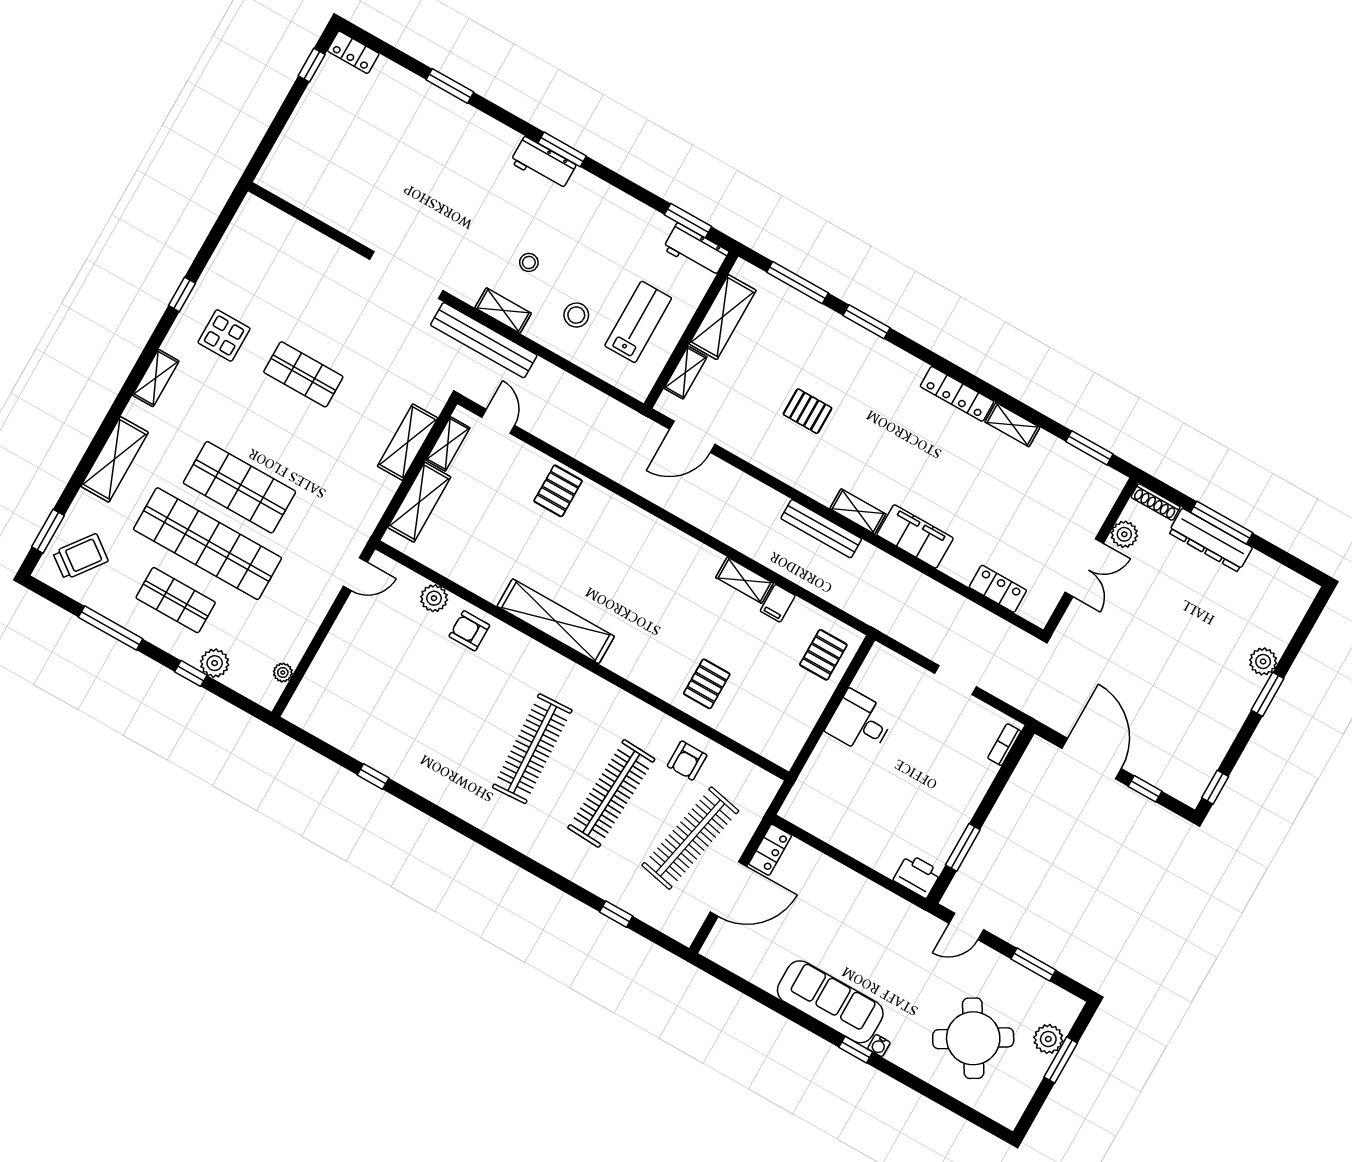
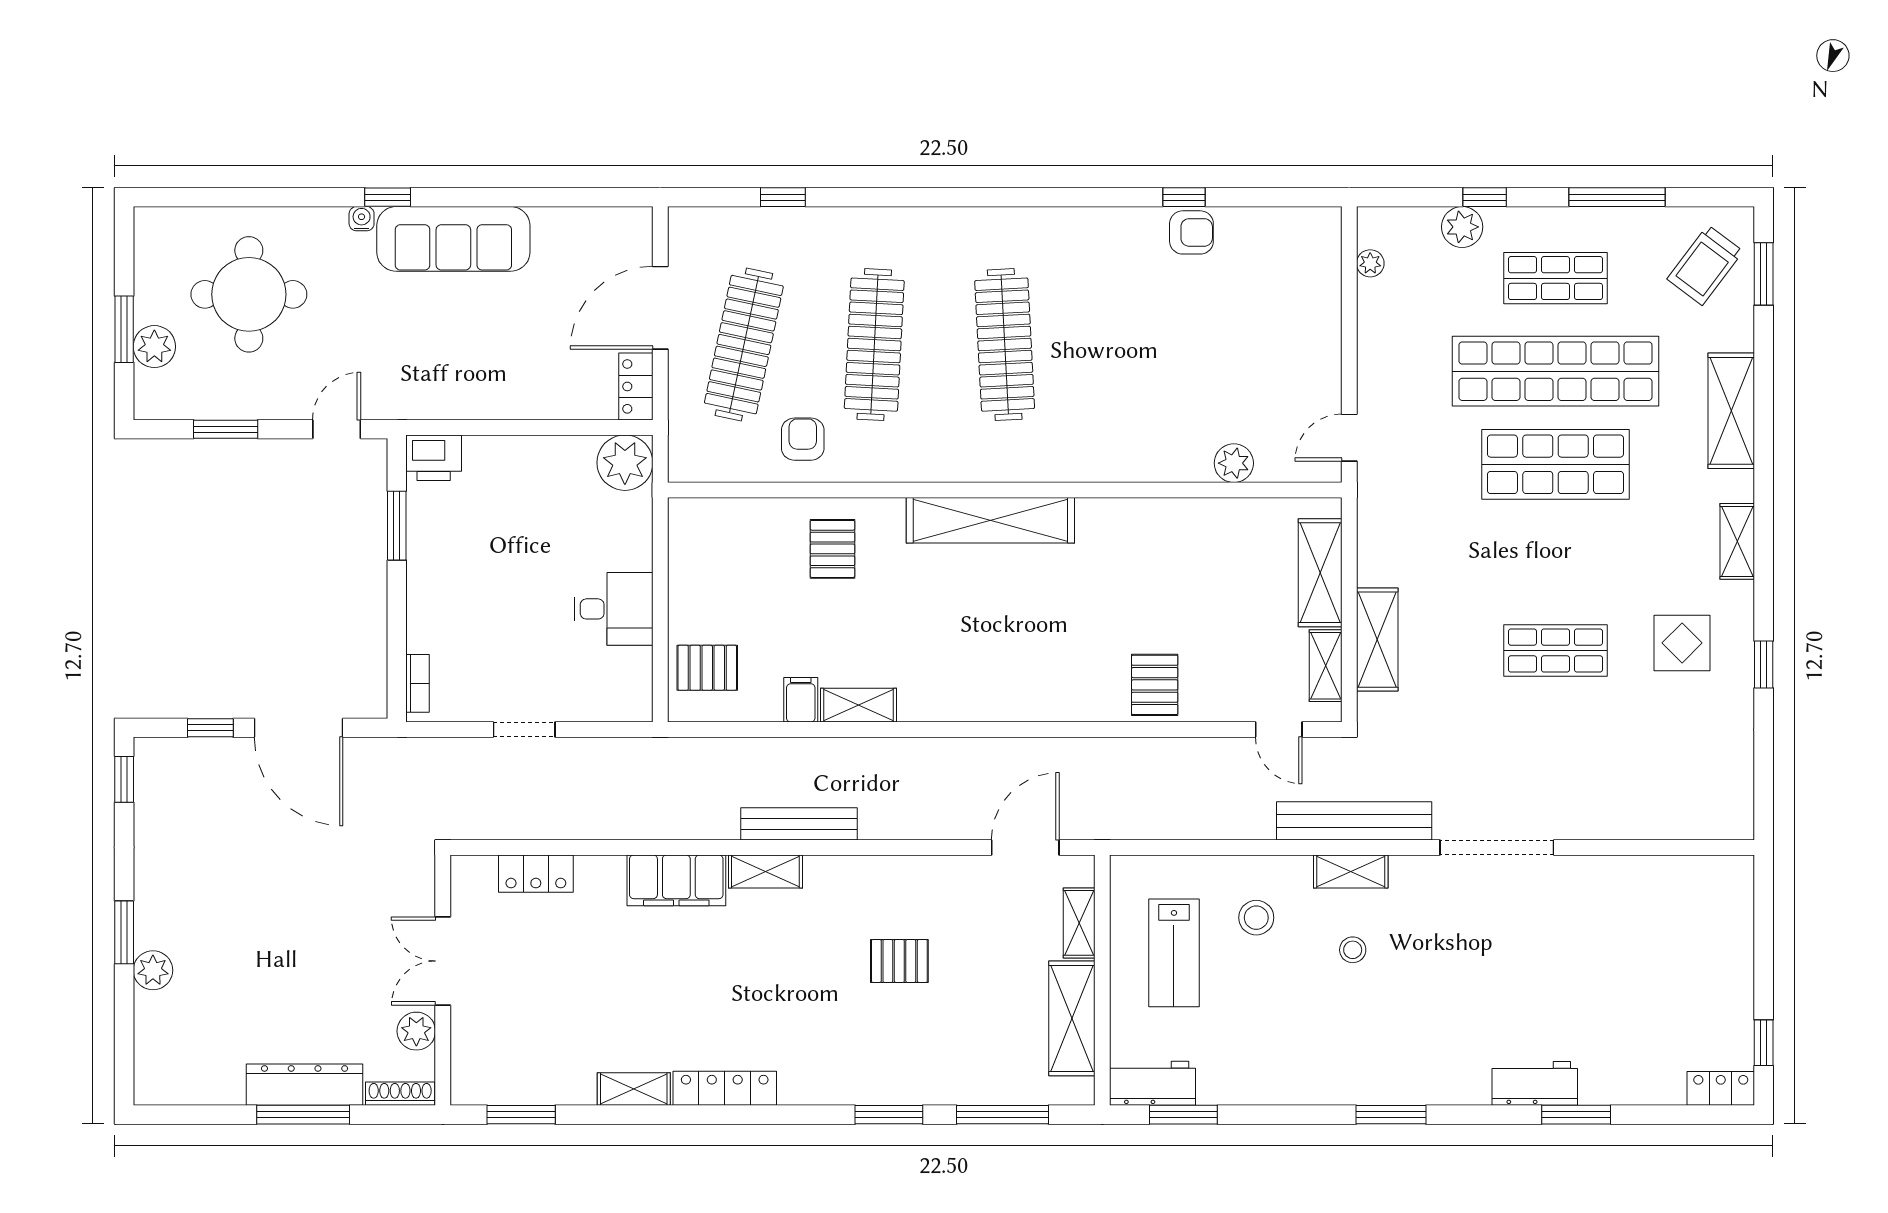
workbench: (543, 164) -> (1535, 1083), moved
shelving: (556, 621) -> (990, 520), moved
armchair: (469, 631) -> (1191, 232), moved
pallet: (823, 655) -> (707, 668), turned 90
plant: (803, 807) -> (625, 463), added
round table: (973, 1038) -> (249, 294), turned 31

